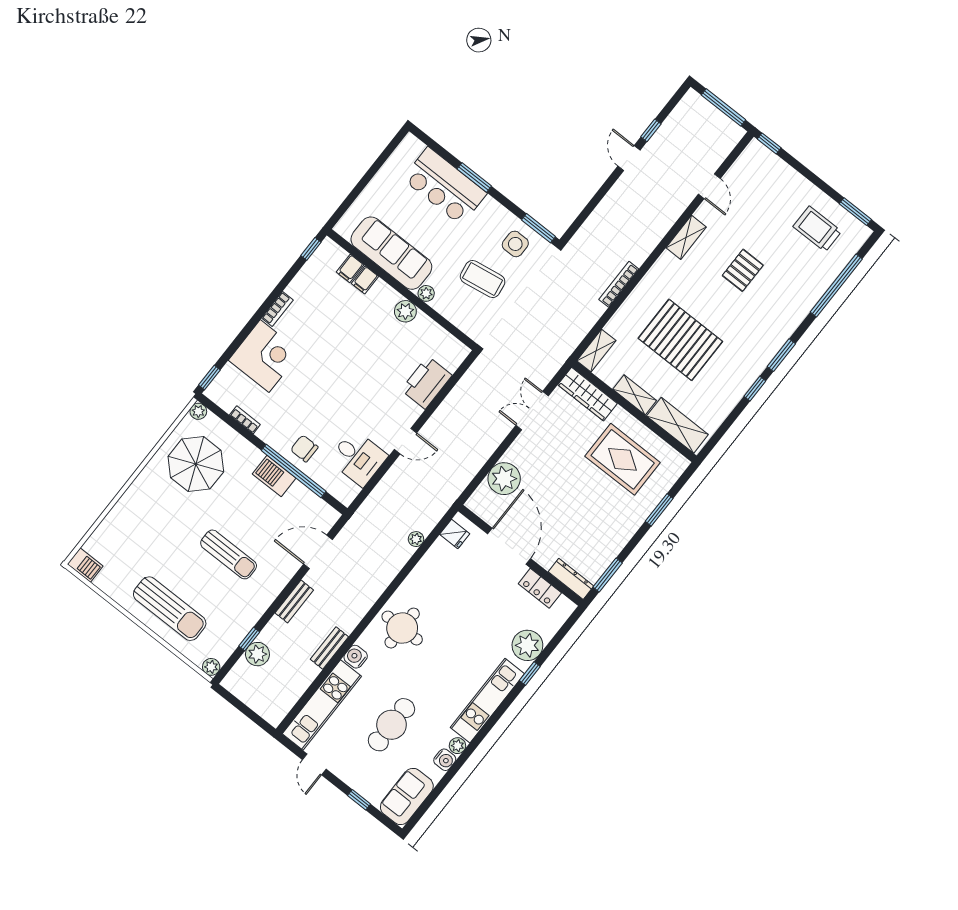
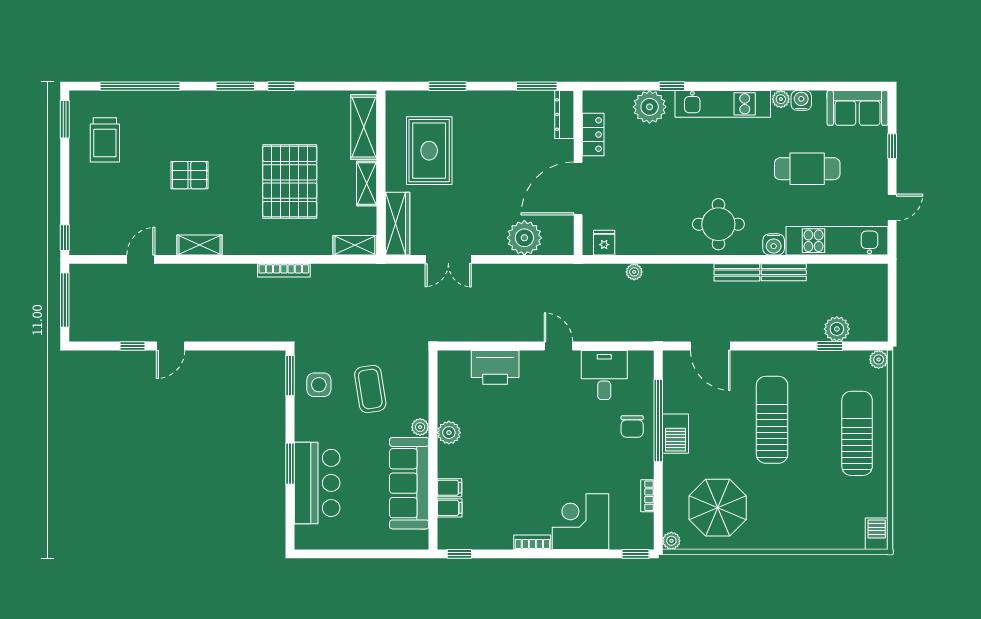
sun lounger: (229, 554) -> (772, 420), width x1.36, depth x1.34
bench: (294, 601) -> (737, 272), moved

